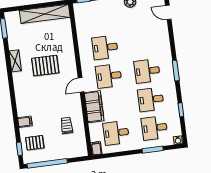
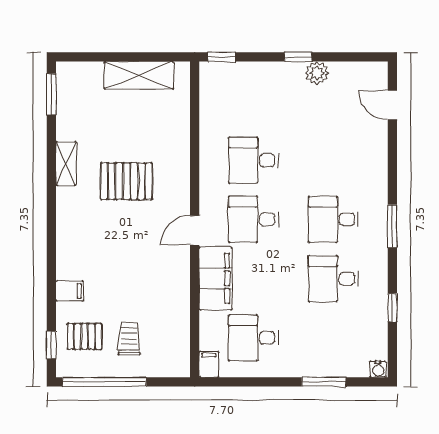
shelving: (45, 14) -> (139, 75), width x0.68
trolley: (67, 126) -> (129, 339), moved
desk: (154, 128) -> (333, 338), removed

